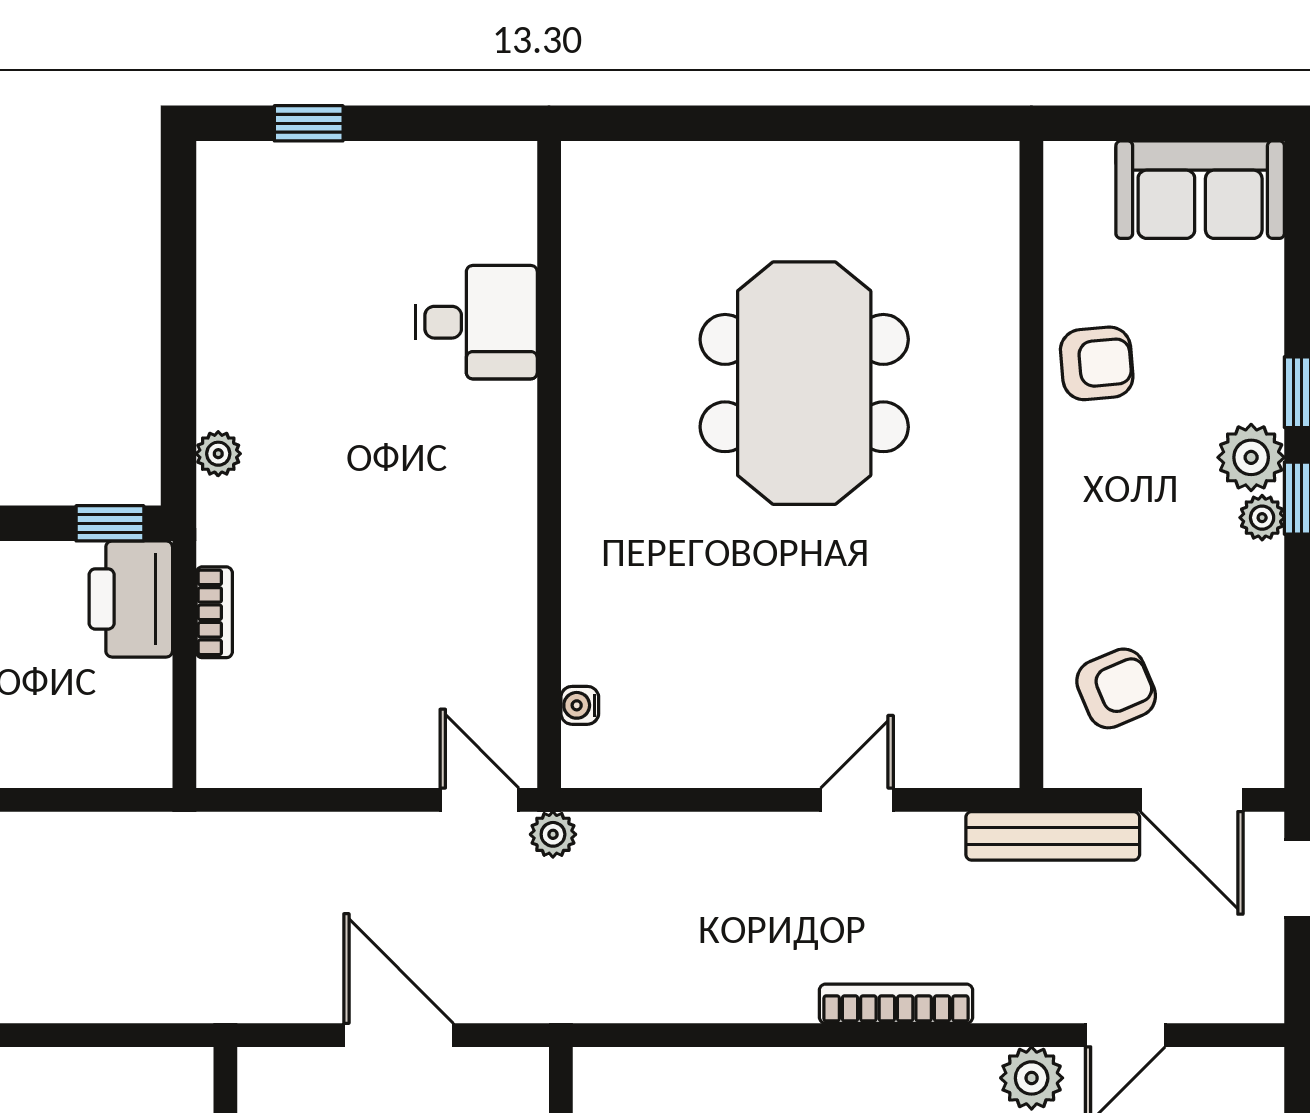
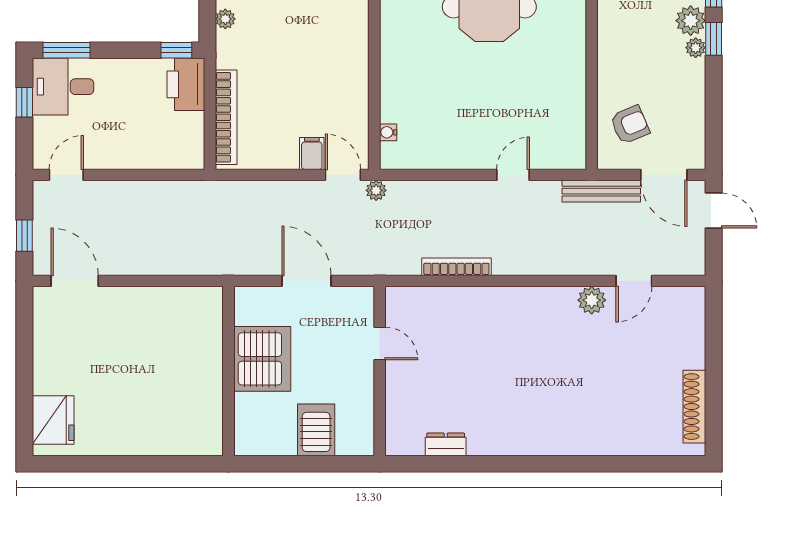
bookcase: (214, 612) -> (226, 117), width x2.31, depth x1.31
filing cabinet: (410, 752) -> (312, 153), added
bookcase: (896, 1004) -> (456, 267), moved

